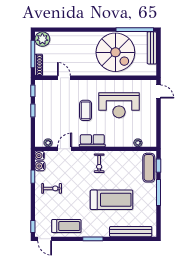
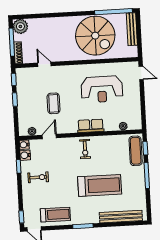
coffee table: (86, 110) -> (54, 103), moved
row of seats: (92, 141) -> (91, 126), moved

